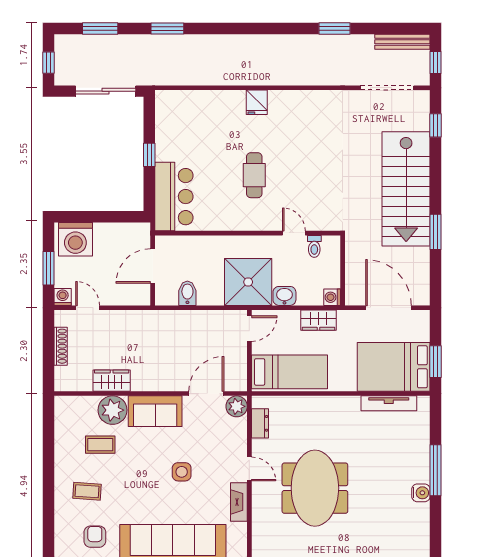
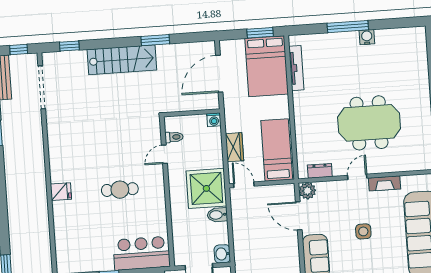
stairs: (406, 189) -> (122, 60), width x0.73, depth x0.66
bidet: (187, 293) -> (217, 215), moved
washbasin: (284, 296) -> (222, 254), moved
wardrobe: (318, 320) -> (234, 147), moved

